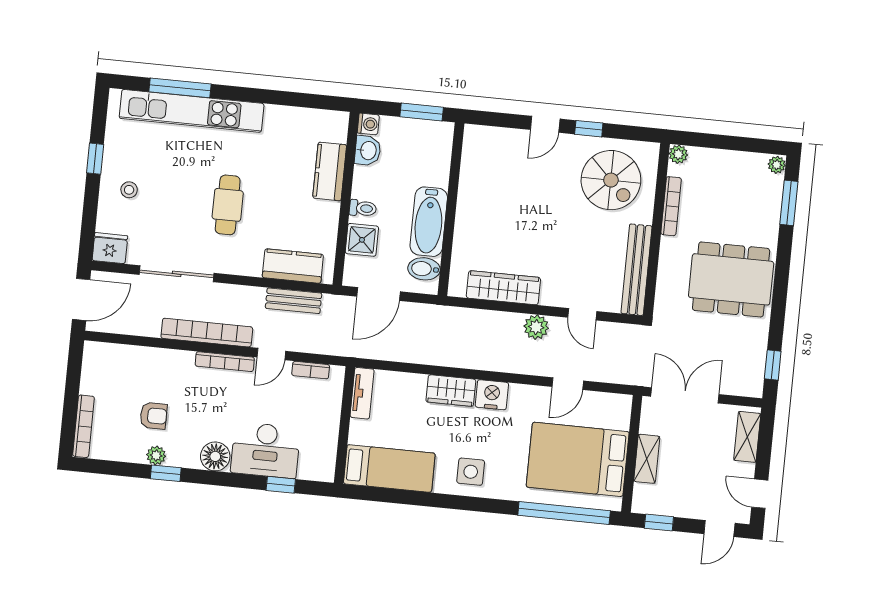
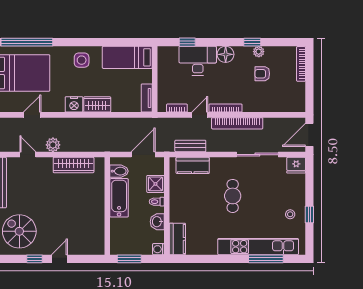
washbasin: (368, 151) -> (157, 222), moved
kitchen counter: (330, 171) -> (177, 239), moved
stool: (129, 190) -> (290, 214), moved

